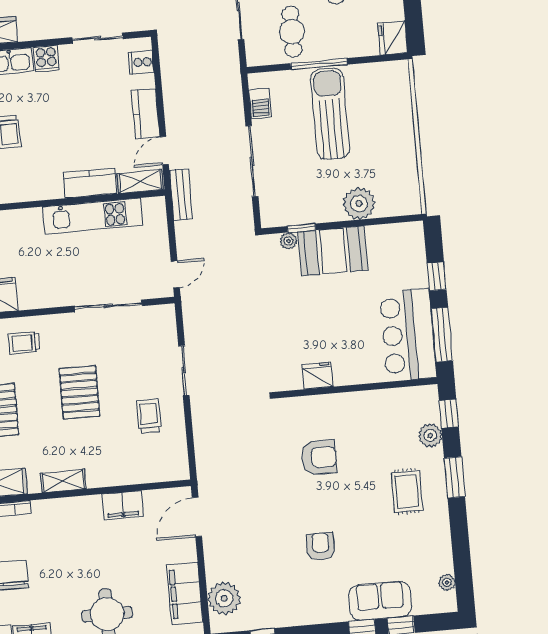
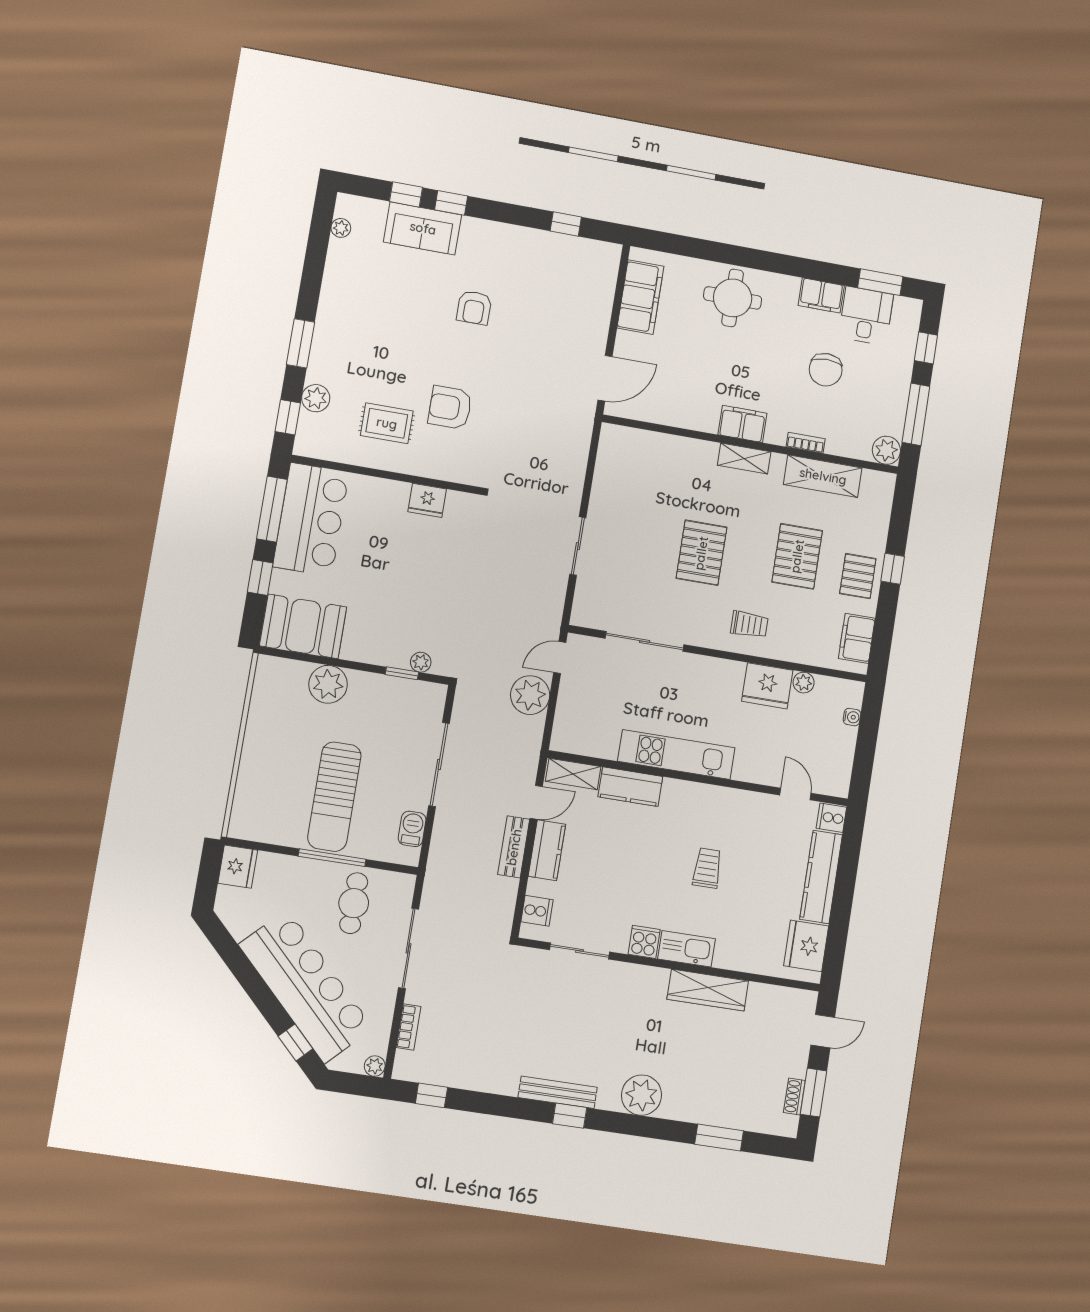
bench: (181, 195) -> (514, 847), moved
kitchen unit: (93, 216) -> (676, 755), moved
booth: (333, 251) -> (303, 626), moved
trolley: (149, 416) -> (630, 505), removed
rug: (407, 491) -> (387, 423), moved, turned 90
filing cabinet: (123, 505) -> (742, 424), moved
plant: (224, 598) -> (530, 695), moved

